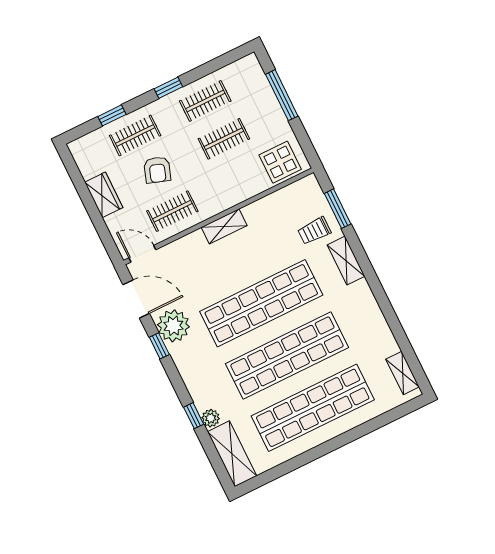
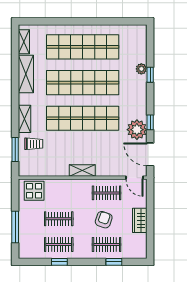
window: (168, 88) -> (59, 262), moved
shelving: (232, 454) -> (26, 74), moved

